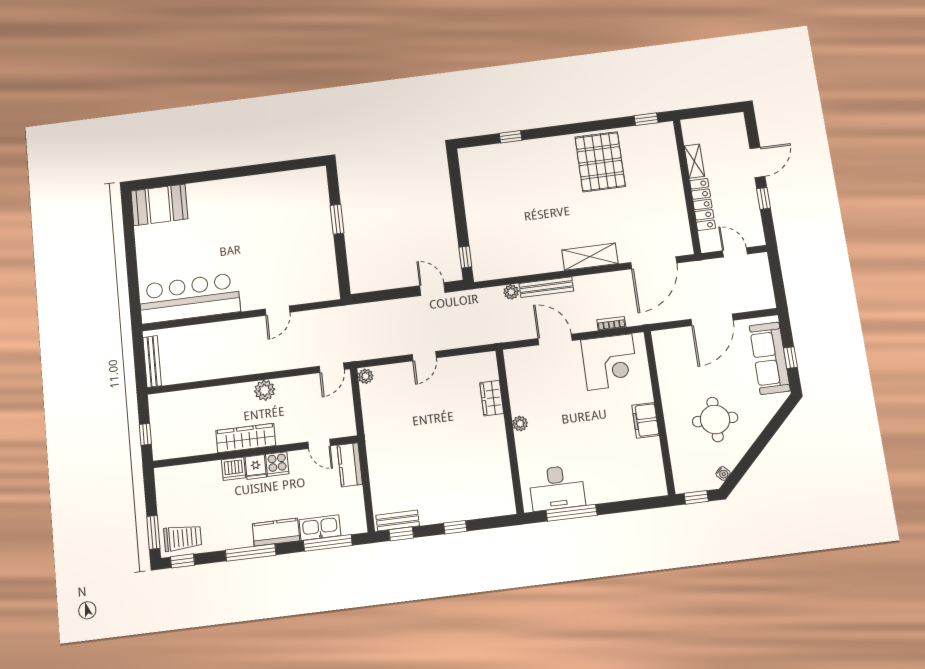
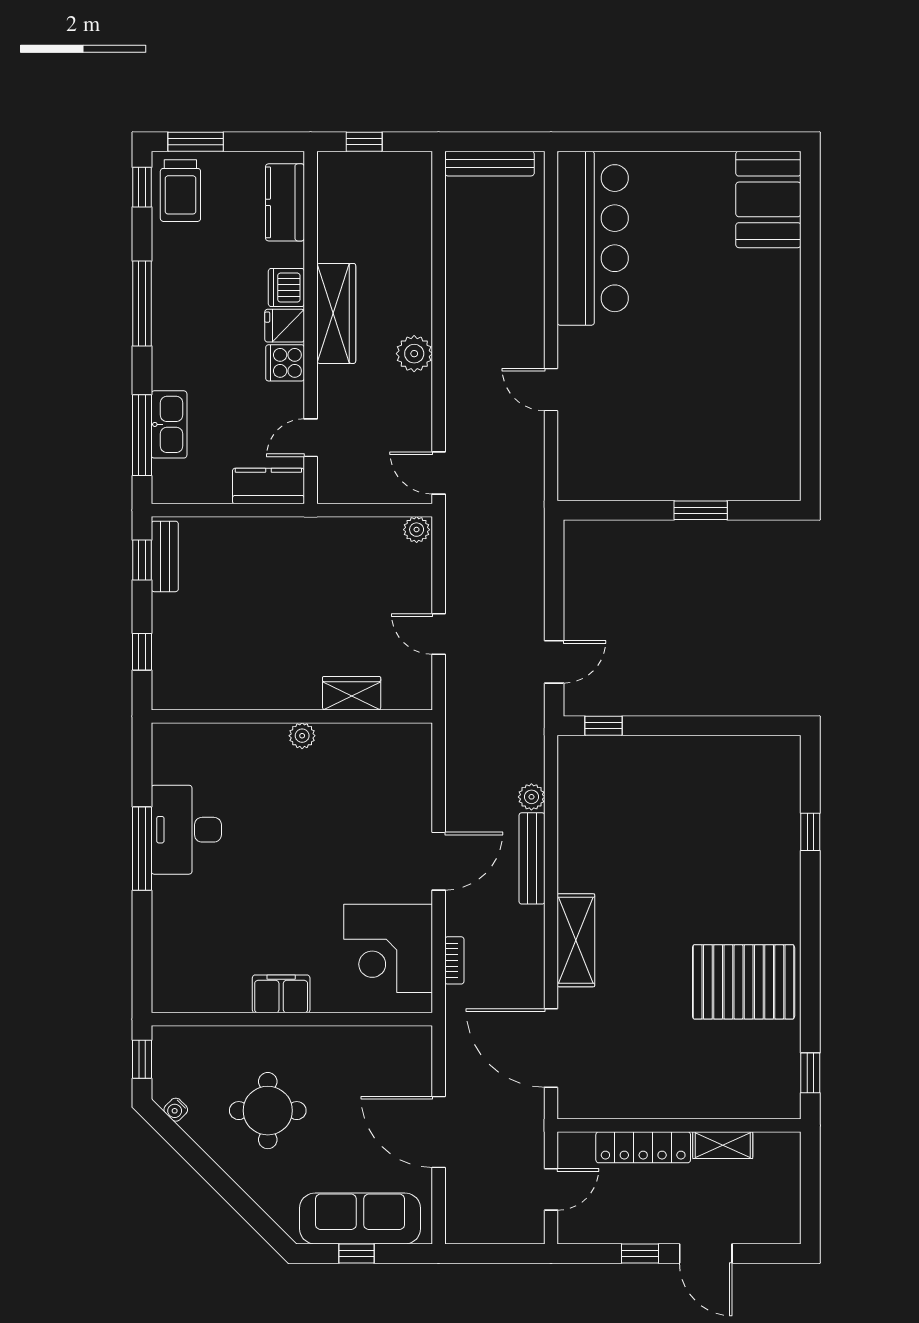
wardrobe: (492, 398) -> (352, 693), moved
plant: (520, 424) -> (302, 736), moved
wall: (510, 431) -> (292, 716), moved
kitchen counter: (276, 532) -> (285, 202), moved, turned 180

